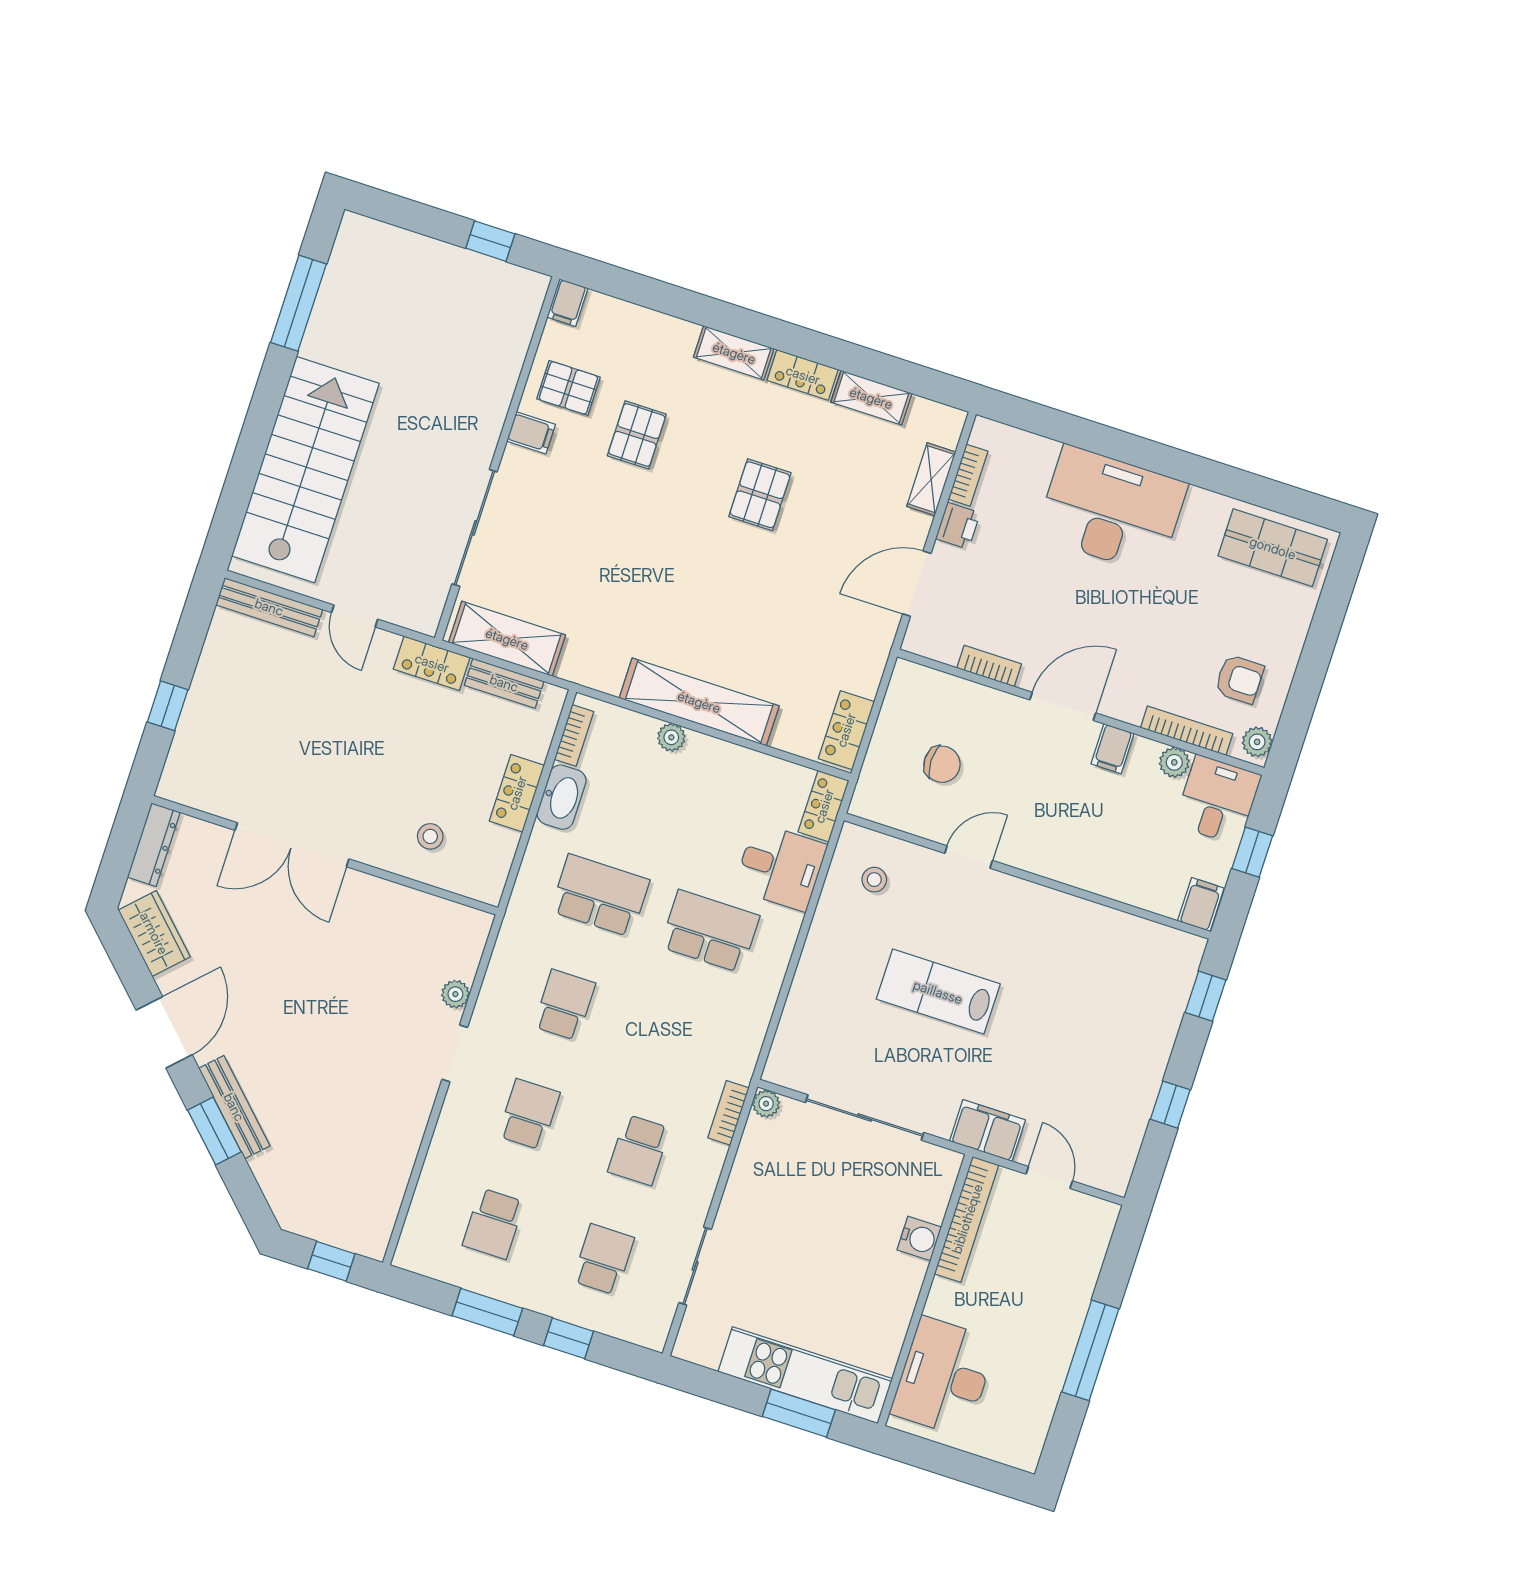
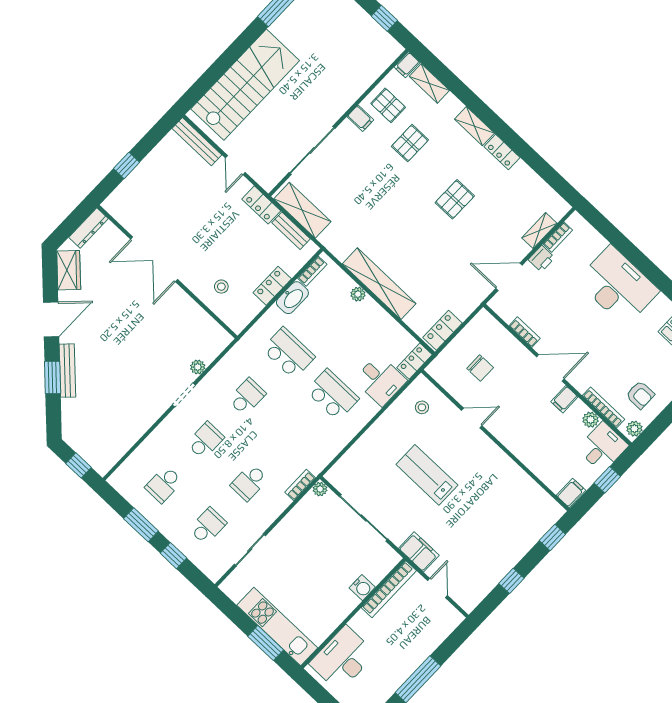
shelving: (871, 398) -> (429, 83), moved

